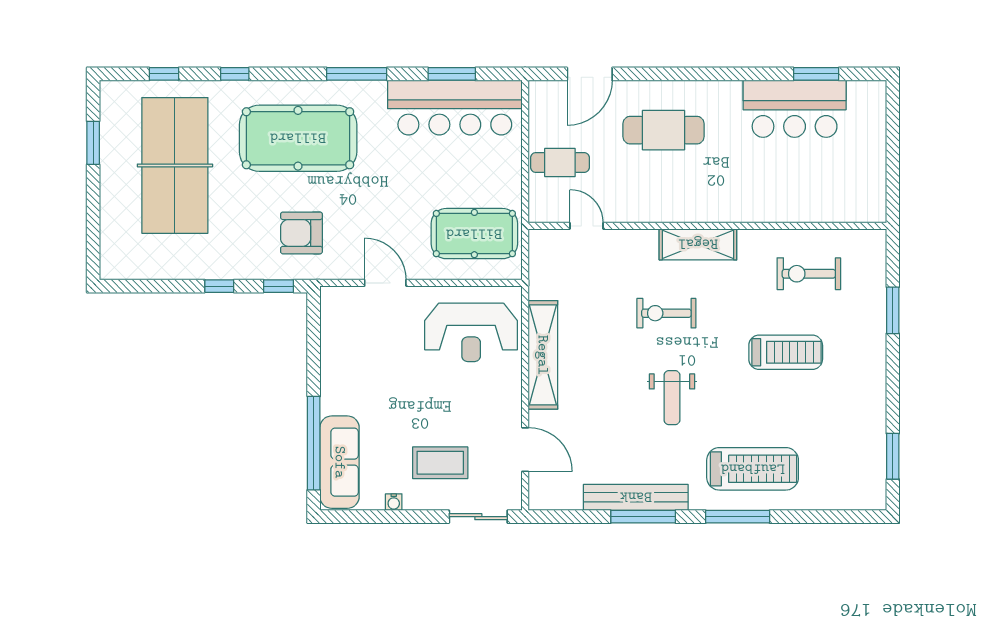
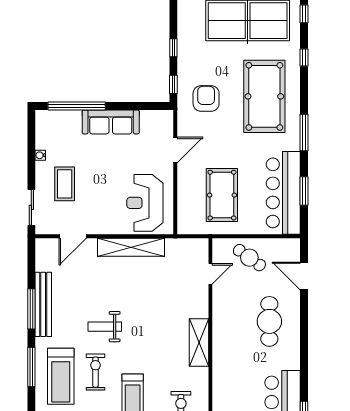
cafe table: (560, 163) -> (249, 258), turned -54
pool table: (474, 234) -> (222, 195), moved
exercise bike: (666, 313) -> (96, 372), moved
sofa: (340, 462) -> (111, 122), moved

